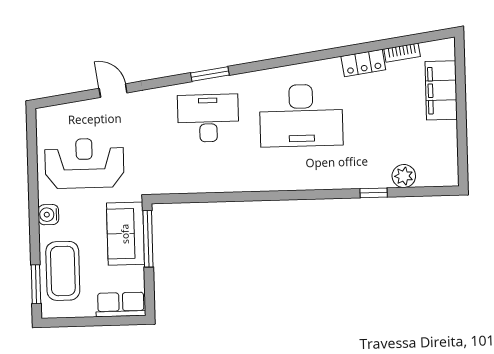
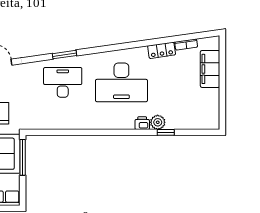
plant: (404, 176) -> (158, 122), moved
printer: (336, 179) -> (142, 123), added

